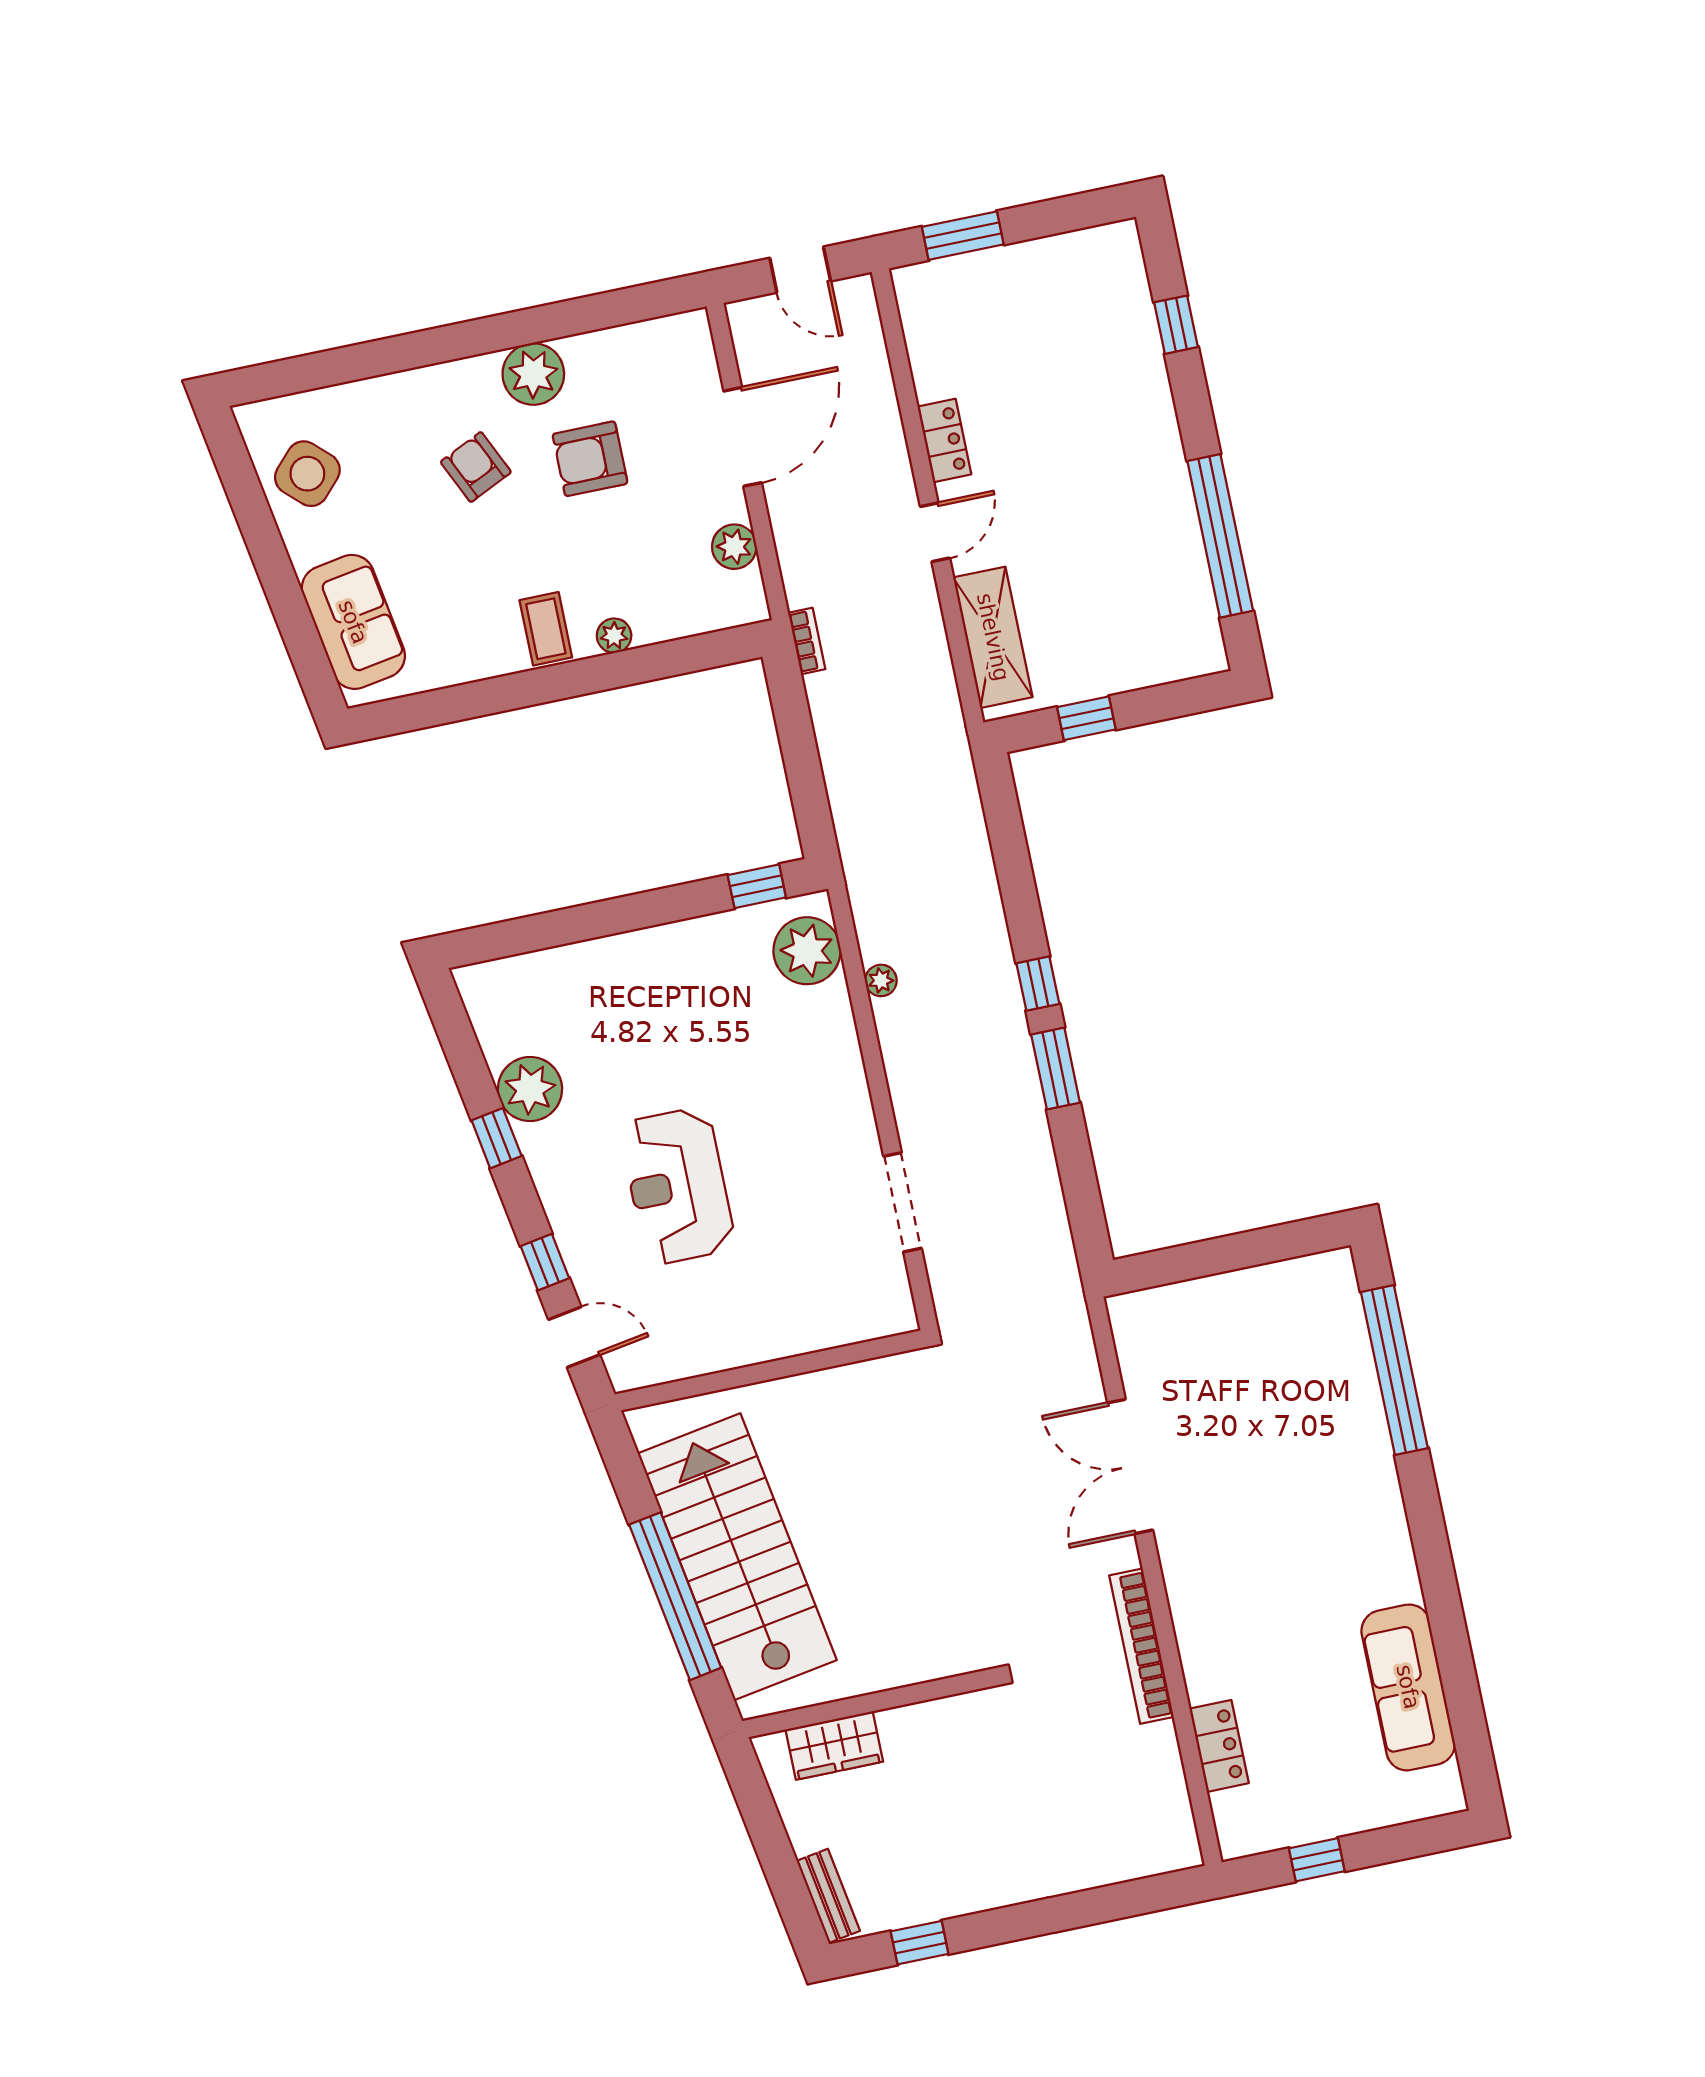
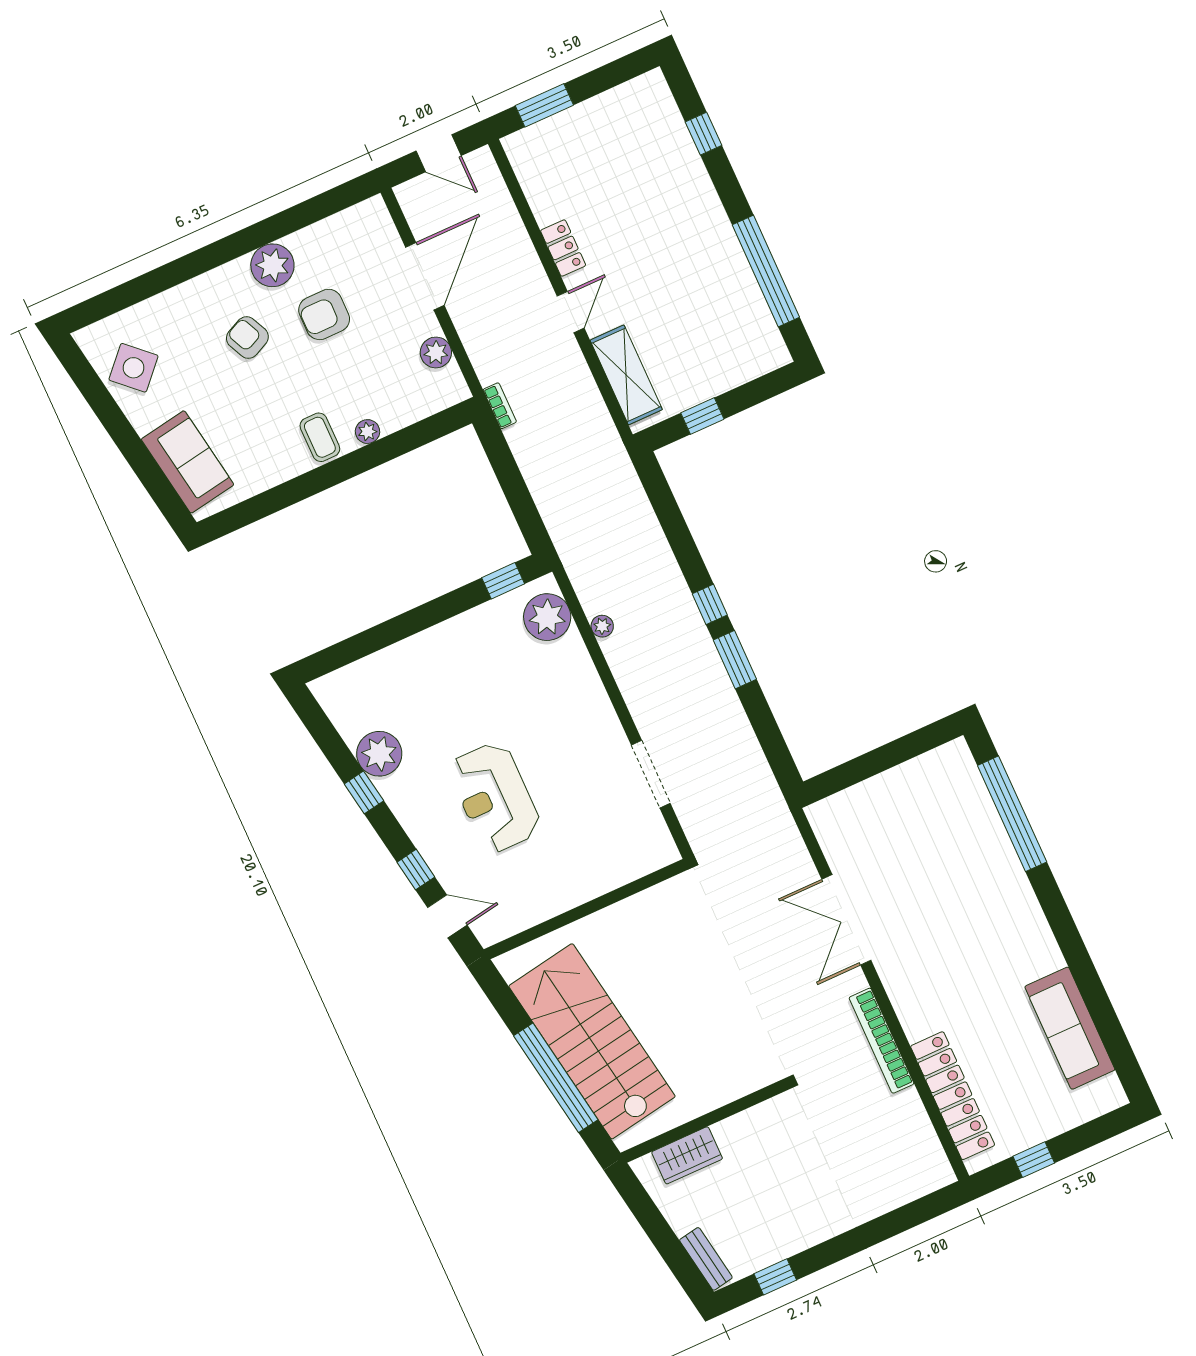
locker: (1219, 1746) -> (953, 1096), width x2.16, depth x1.21

